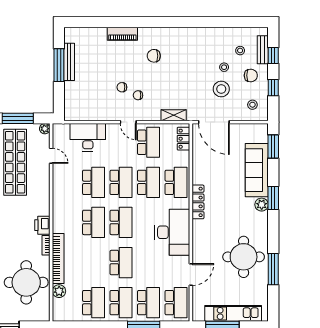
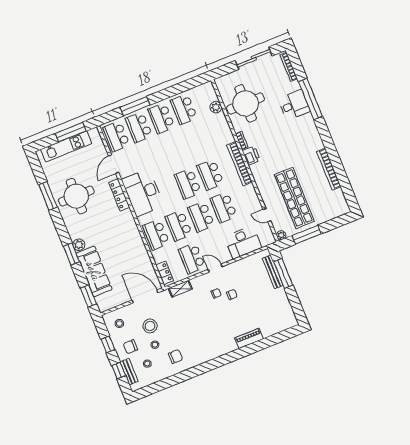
chair: (154, 56) -> (175, 357), moved
bench: (69, 62) -> (273, 272), moved
window: (59, 65) -> (283, 273), moved
locker: (198, 202) -> (119, 195), moved
bookcase: (58, 259) -> (239, 164), moved
school desk: (121, 263) -> (175, 151), removed

